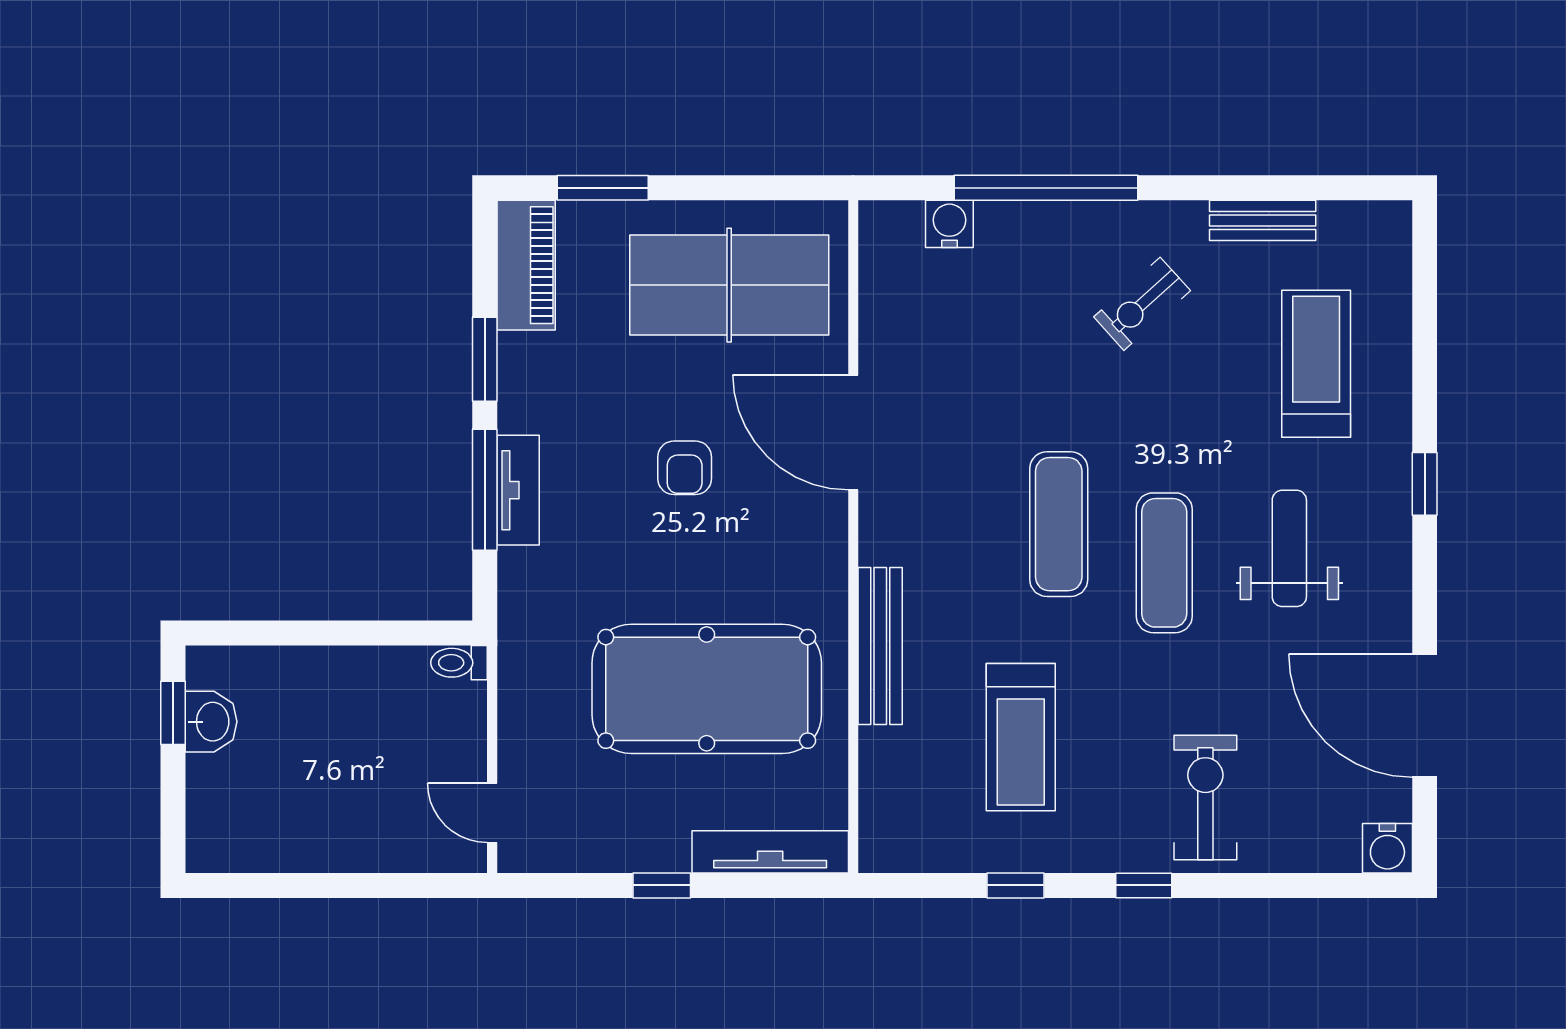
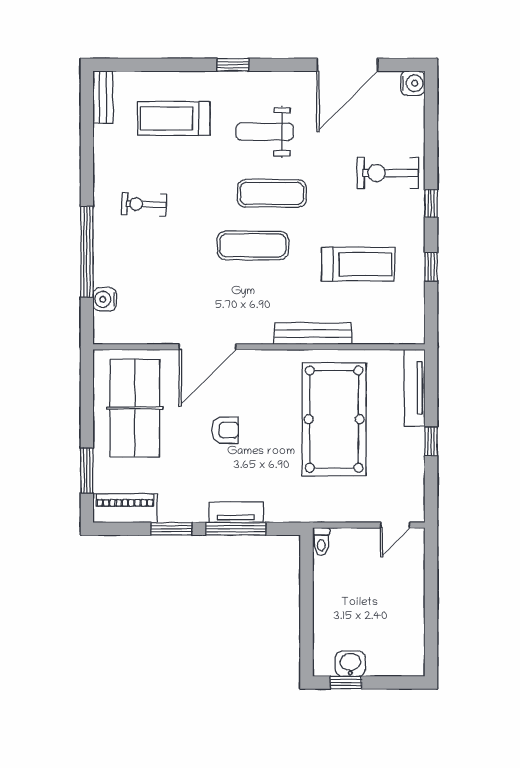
bench: (1263, 220) -> (103, 97), moved
exercise bike: (1142, 304) -> (144, 204), turned 134

